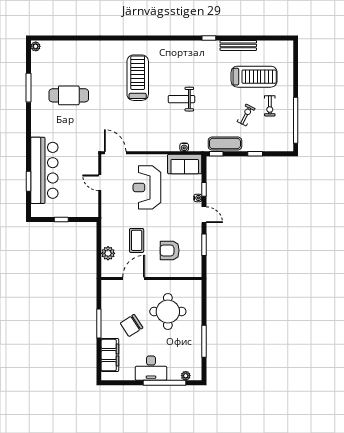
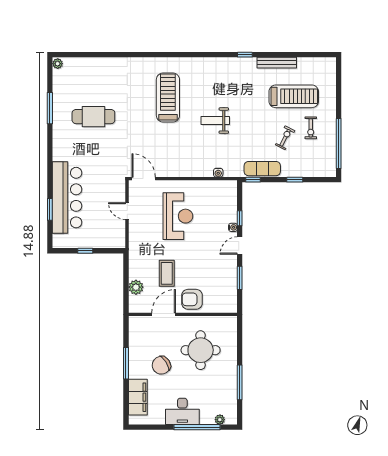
sofa: (185, 164) -> (219, 191), removed
reception desk: (147, 187) -> (178, 216), turned 180
door: (204, 215) -> (240, 246), swing flipped
armchair: (170, 250) -> (192, 299), moved

